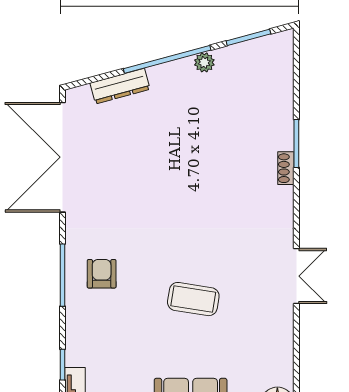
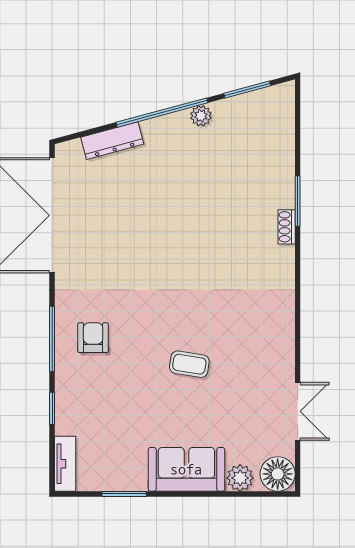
double door: (296, 276) -> (298, 411), moved
coffee table: (193, 299) -> (189, 364), width x0.73, depth x0.77
window: (63, 365) -> (52, 408), moved

